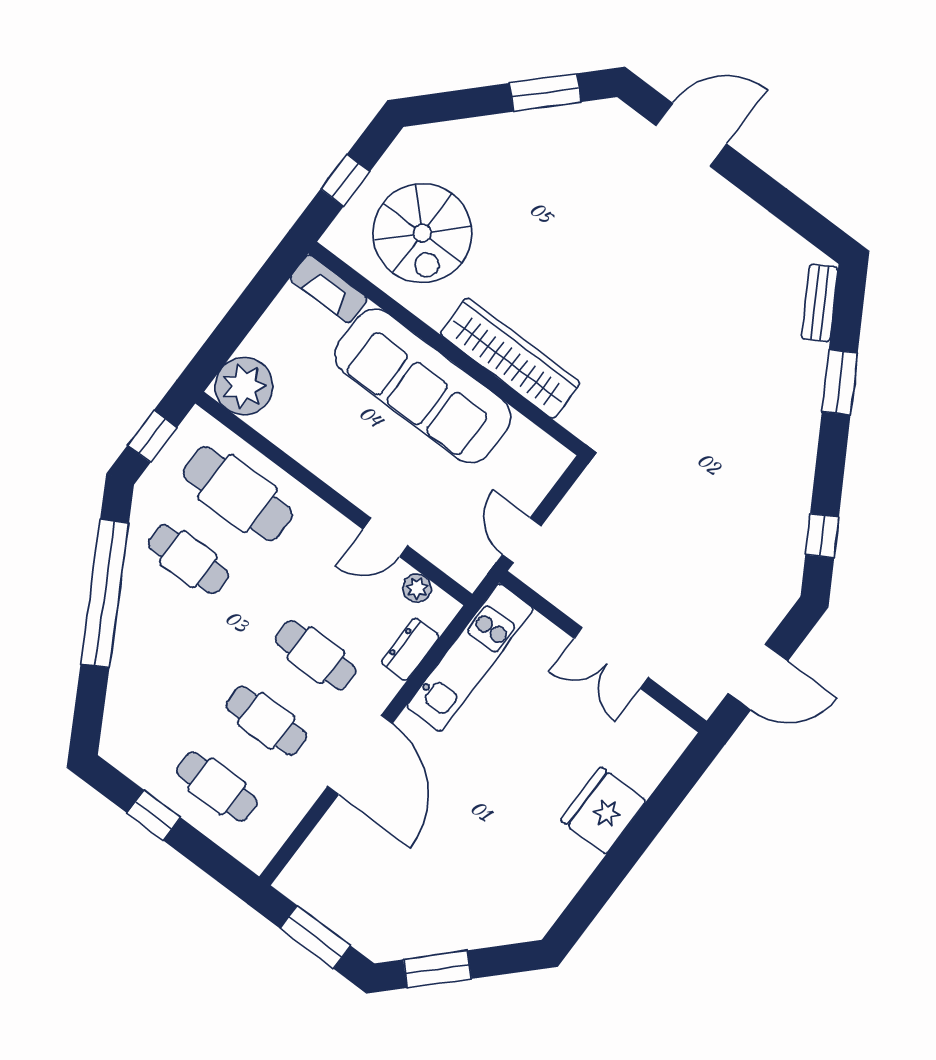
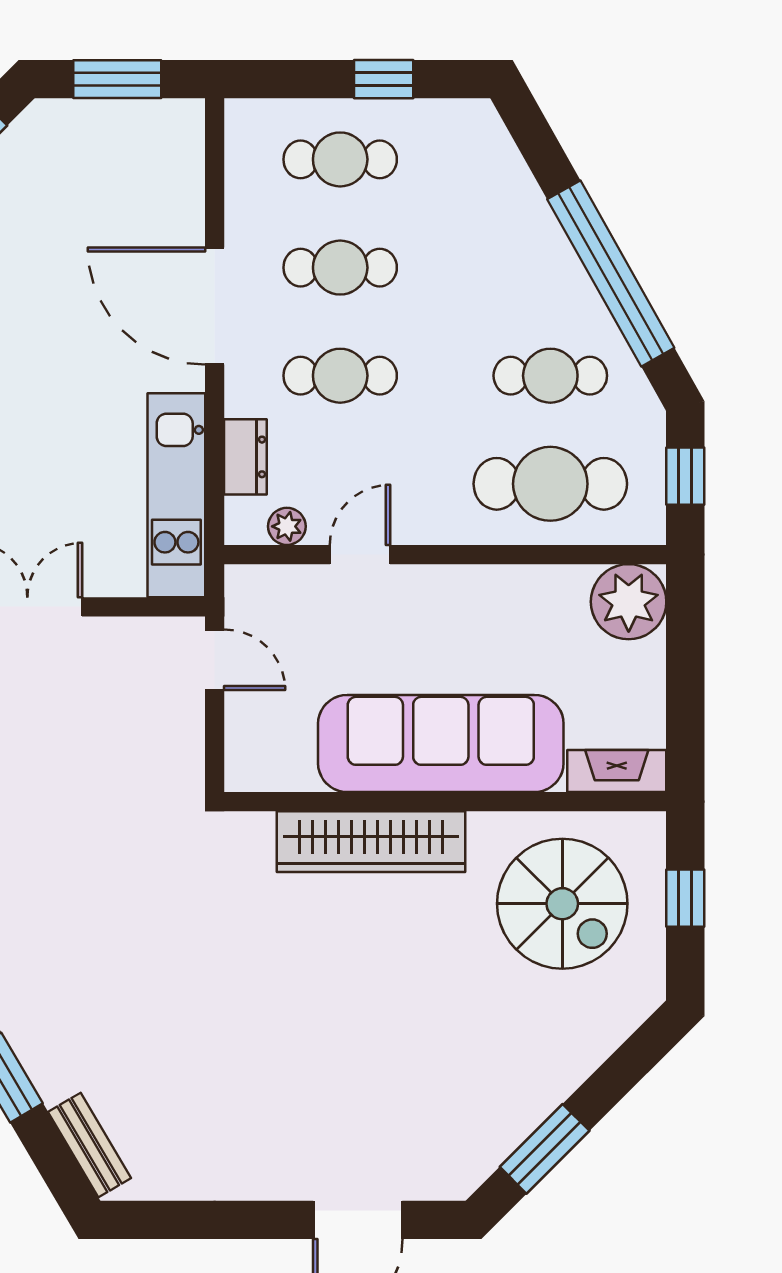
spiral stairs: (422, 233) -> (562, 904), turned 180

